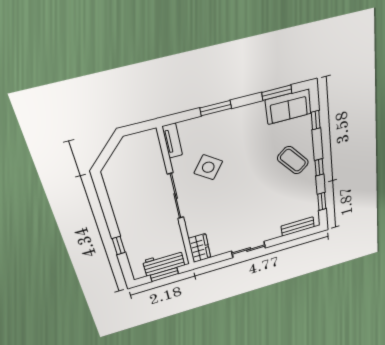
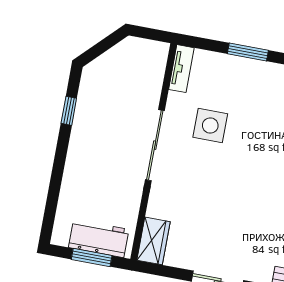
side table: (208, 167) -> (210, 125), turned -36
window: (119, 246) -> (69, 111), moved

